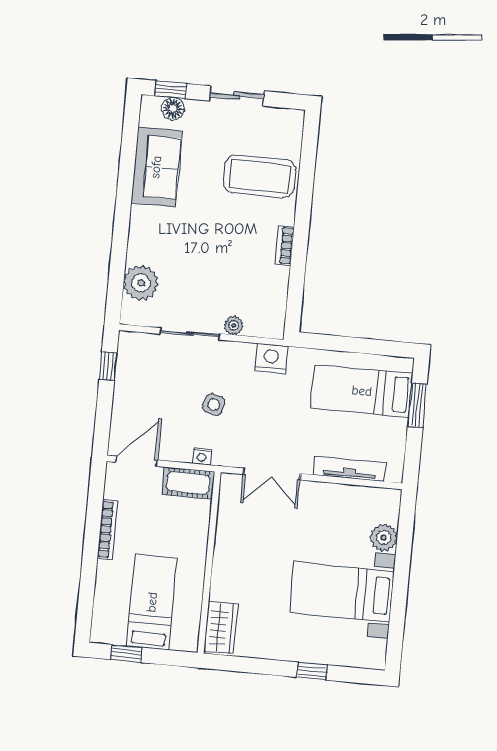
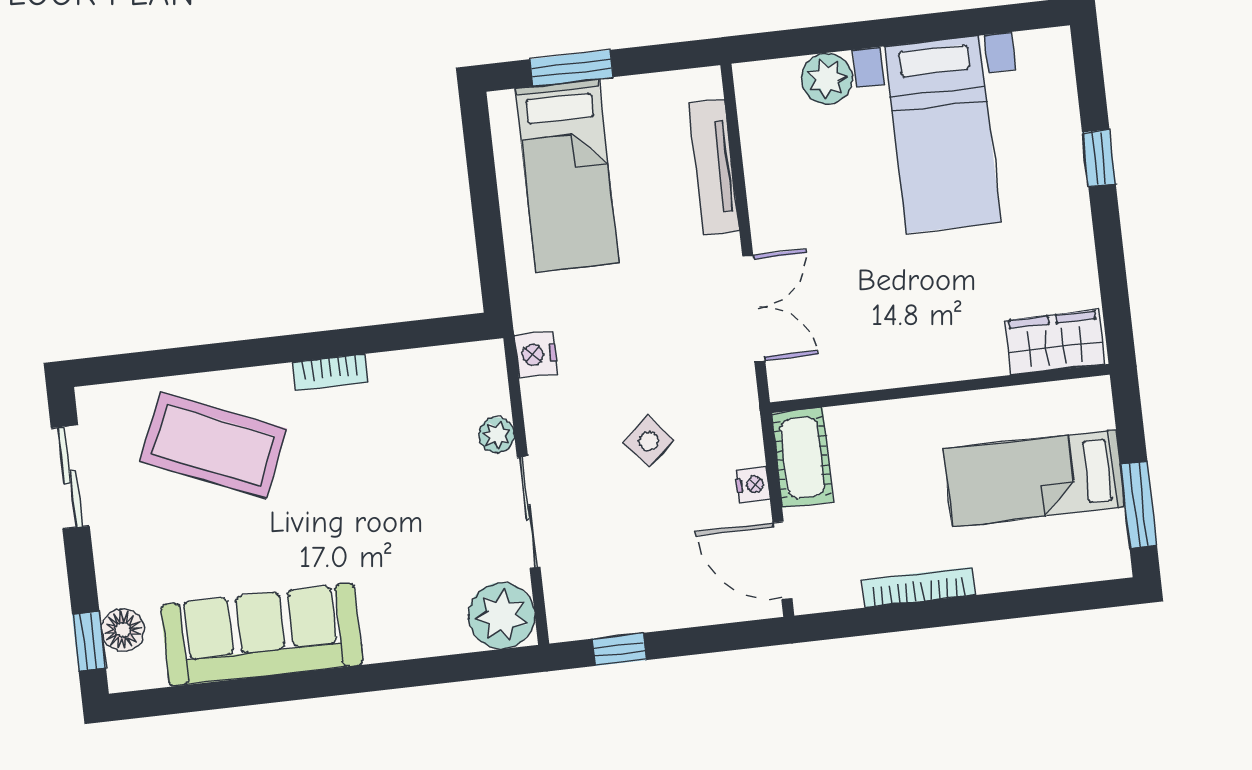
sliding door: (237, 96) -> (70, 477), moved
sofa: (156, 167) -> (262, 635), width x1.36
coffee table: (260, 176) -> (213, 445), turned -67
plant: (141, 283) -> (502, 616), moved
nightstand: (271, 358) -> (536, 354), width x0.74, depth x0.75
side table: (214, 404) -> (649, 441), turned 35
nightstand: (202, 456) -> (753, 485), moved
window: (126, 654) -> (1138, 505), width x1.50

